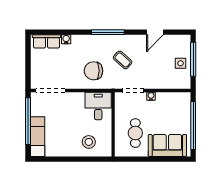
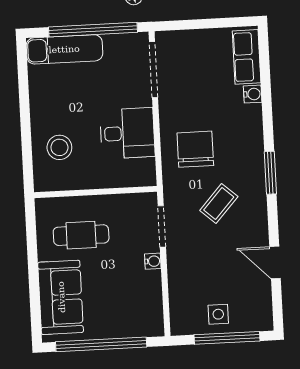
window: (108, 32) -> (270, 173), width x0.69
desk: (98, 106) -> (127, 133), moved

